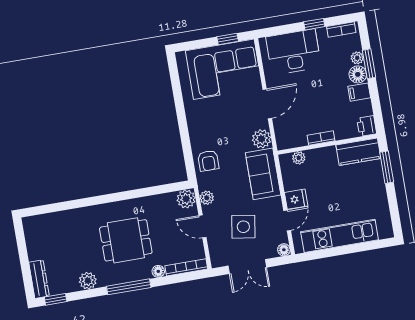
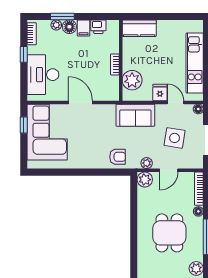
printer: (367, 126) -> (98, 27), moved
plant: (262, 139) -> (107, 112), removed
kitchen counter: (358, 152) -> (139, 28), moved, turned 90
plant: (299, 158) -> (132, 80), width x1.87, depth x1.87
window: (387, 167) -> (147, 16), removed

